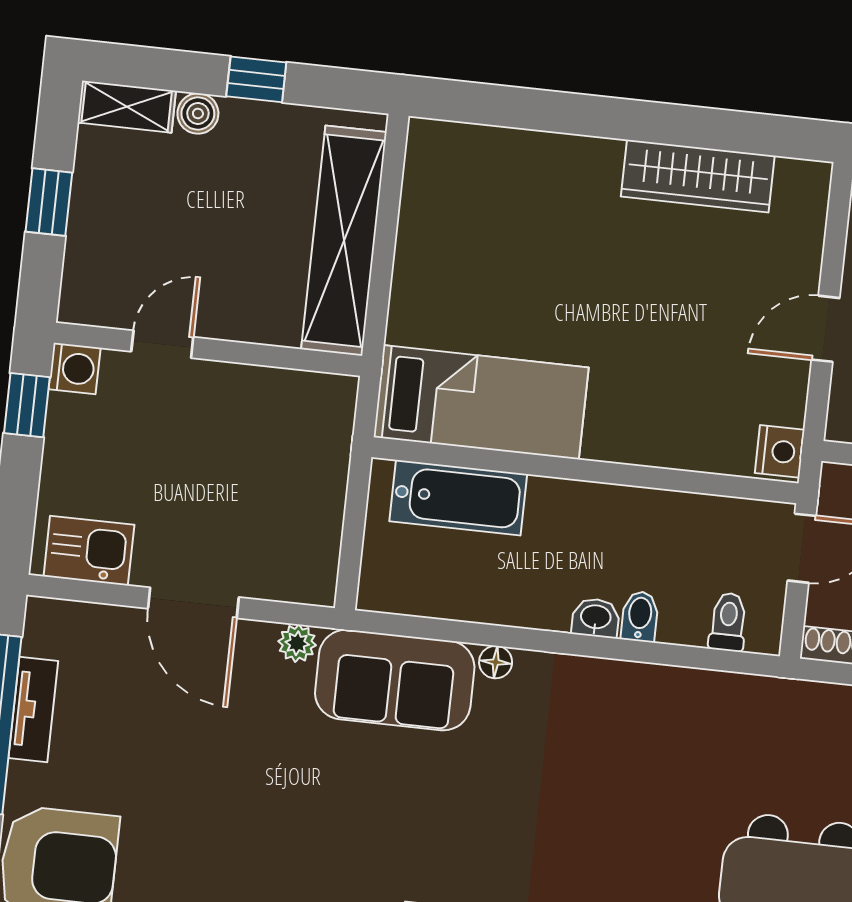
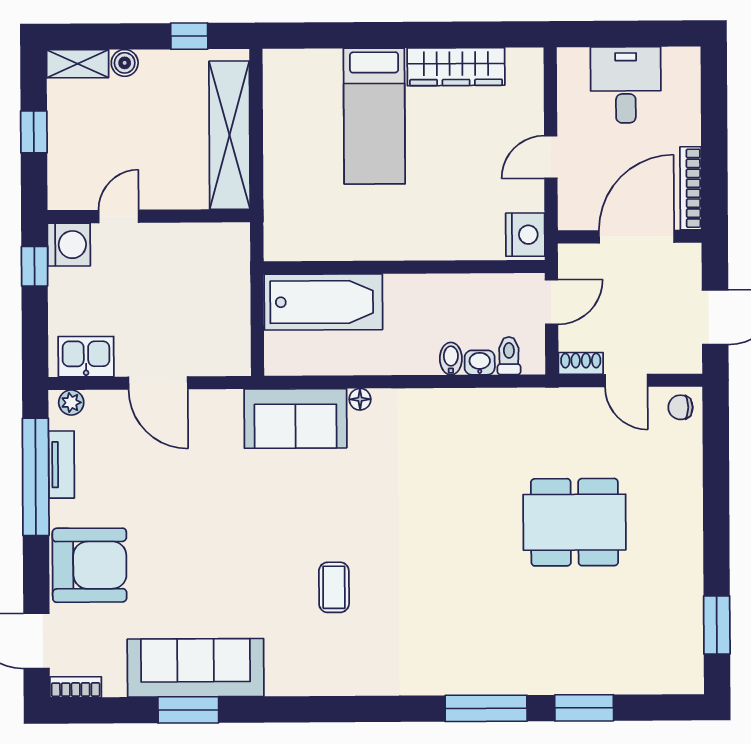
window: (256, 79) -> (189, 36), moved
washing machine: (75, 368) -> (69, 245), width x1.38, depth x1.38
bed: (481, 402) -> (374, 116), moved, turned 90
nightstand: (780, 451) -> (525, 235), width x1.36, depth x1.33
bathtub: (458, 498) -> (323, 302), width x1.36, depth x1.36
washbasin: (596, 618) -> (480, 363), moved
plant: (297, 643) -> (71, 402), moved

